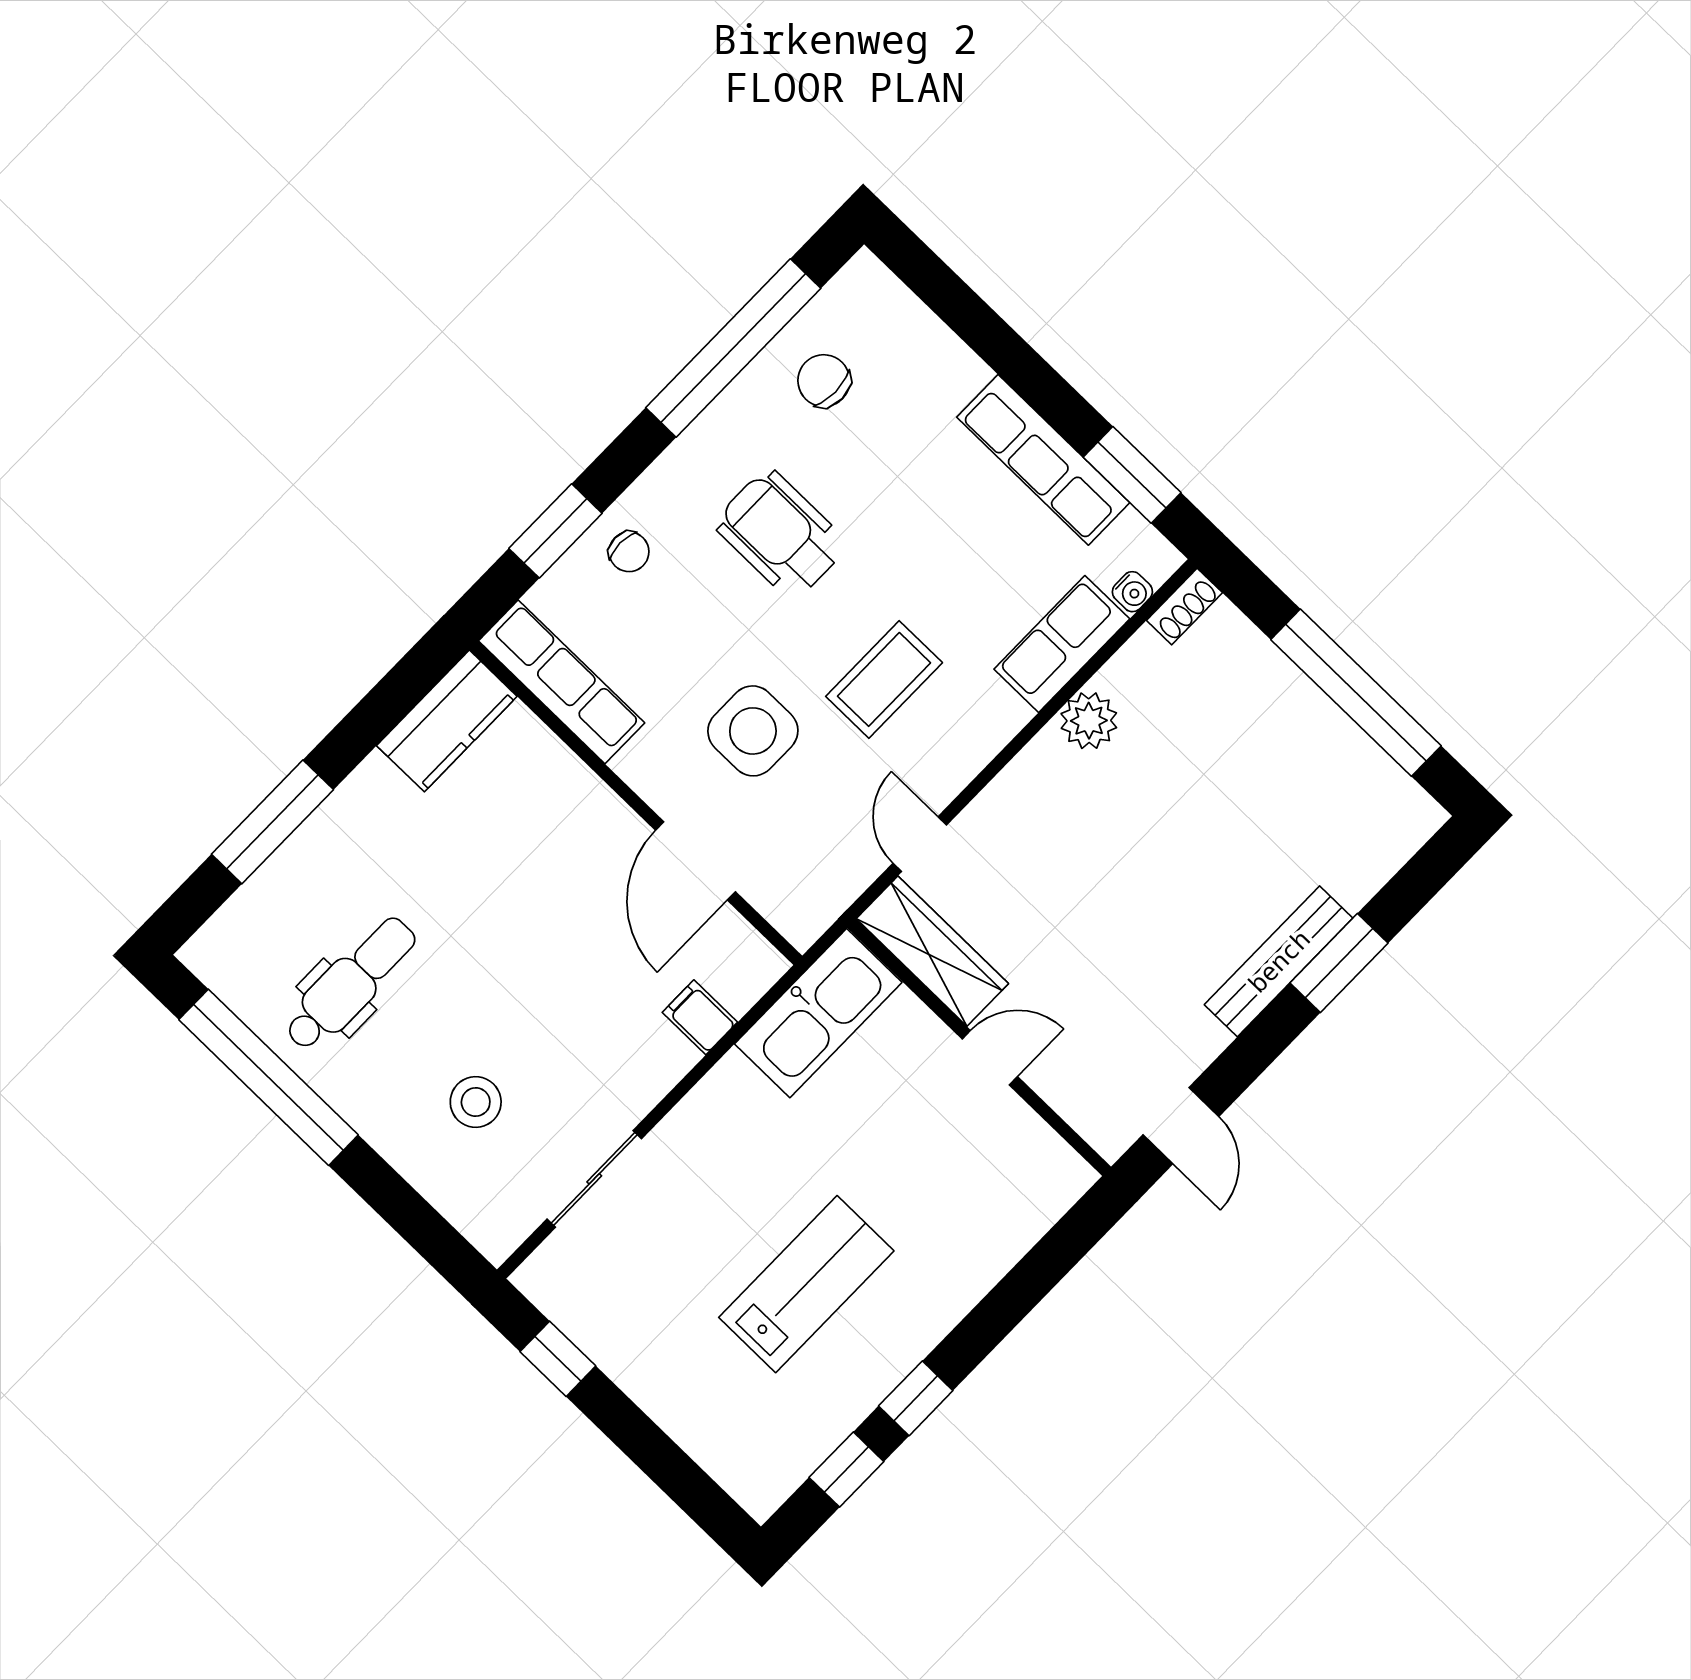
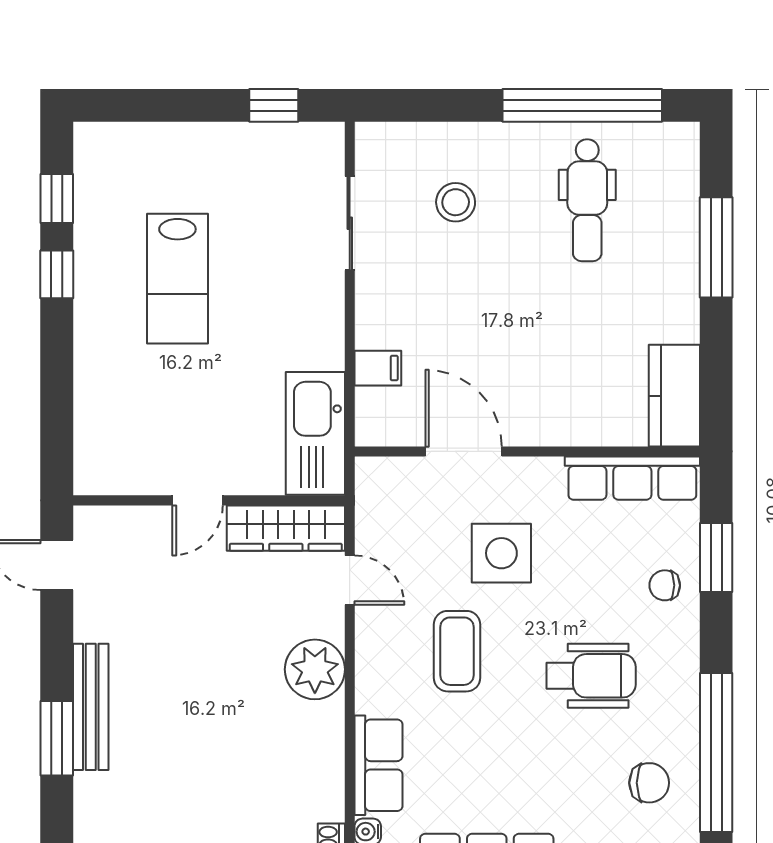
plant: (1089, 721) -> (315, 669), moved, width x1.36, depth x1.36

